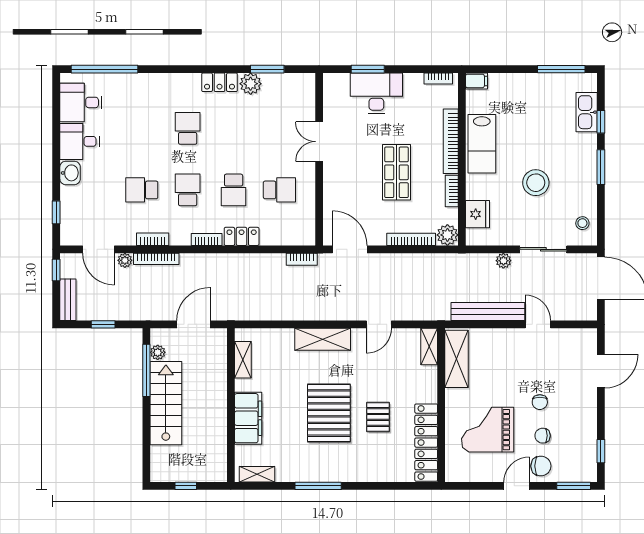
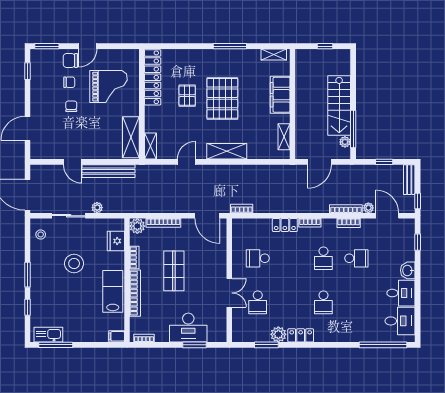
kitchen sink: (587, 112) -> (48, 335), moved, turned -90
school desk: (234, 190) -> (258, 302), moved, turned 180

